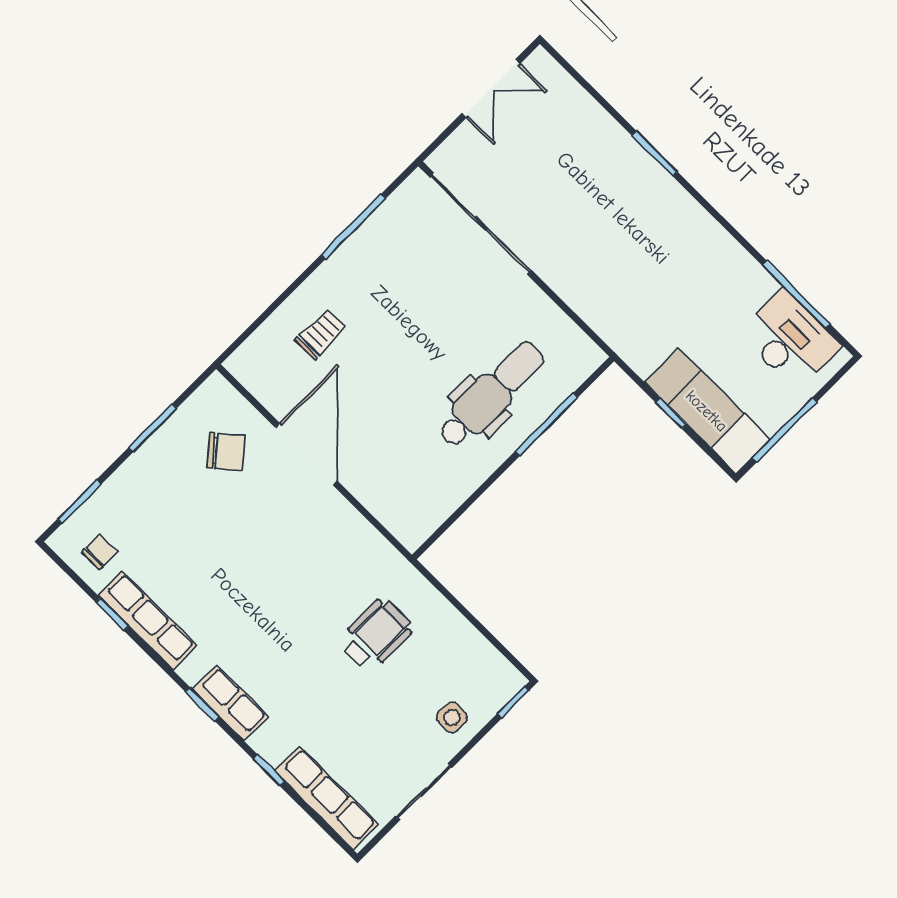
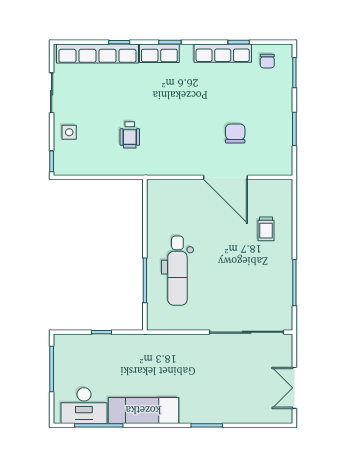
exam couch: (707, 411) -> (143, 410), moved, turned 180
chair: (226, 451) -> (235, 134), moved, turned 130
wheelchair: (376, 635) -> (130, 135), width x0.73, depth x0.73
row of seats: (327, 798) -> (97, 53), width x1.36

